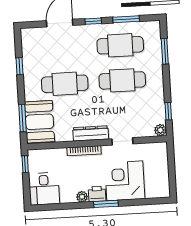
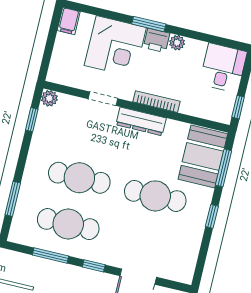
window: (19, 66) -> (212, 216), moved
filing cabinet: (163, 189) -> (69, 21), added

